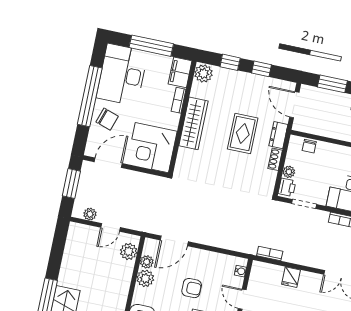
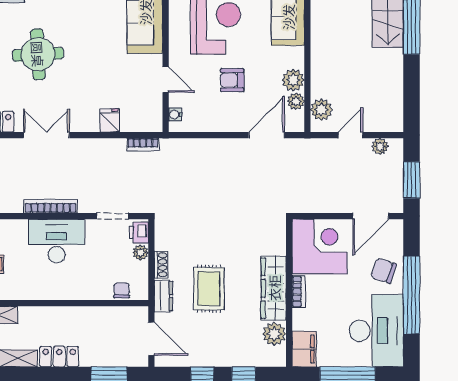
plant: (203, 73) -> (274, 334), moved
bookcase: (179, 100) -> (298, 292), moved

